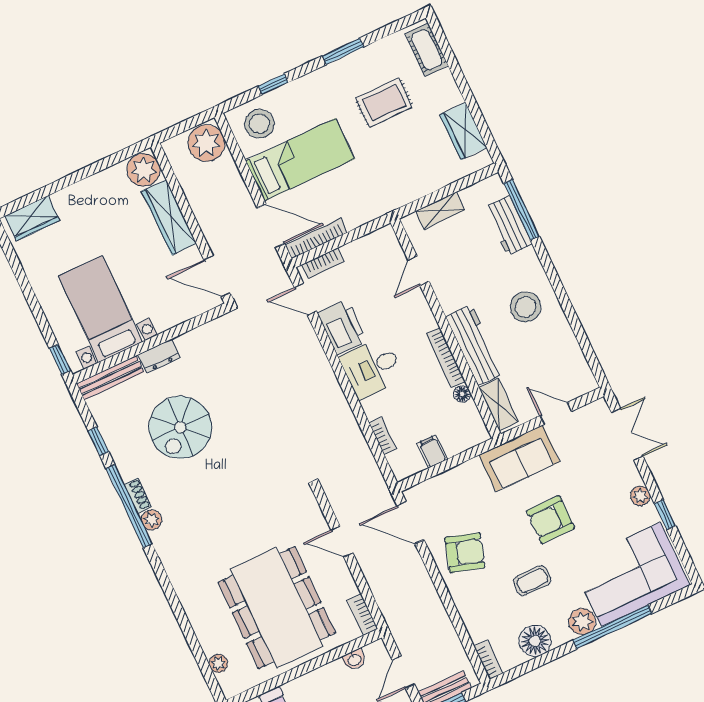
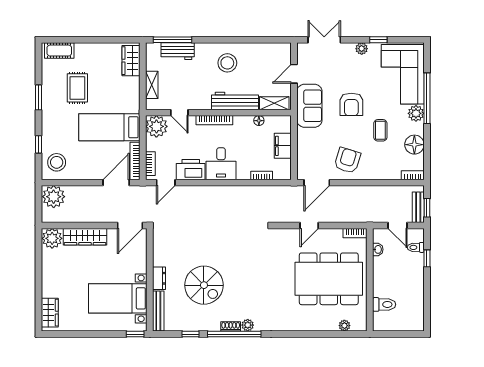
wardrobe: (463, 131) -> (131, 61), moved, turned 90
bed: (300, 160) -> (109, 127), moved, turned -90
plant: (382, 247) -> (156, 126), added
bookcase: (446, 357) -> (214, 120), moved
filing cabinet: (432, 451) -> (283, 146), width x2.00

